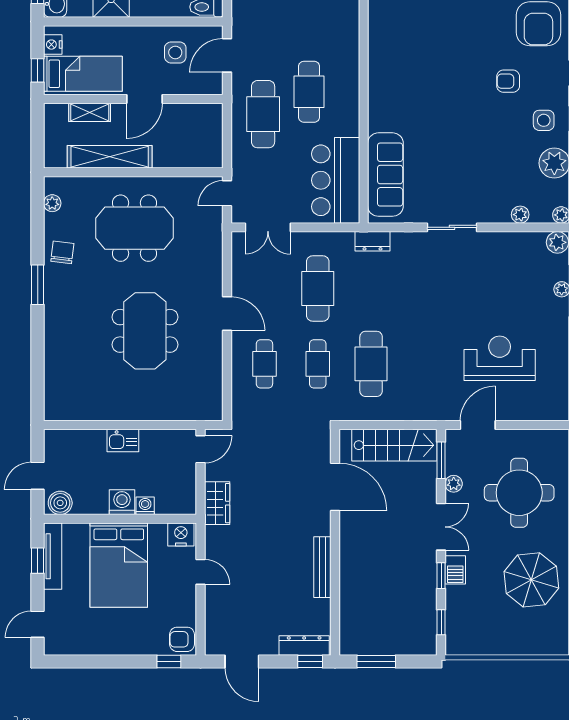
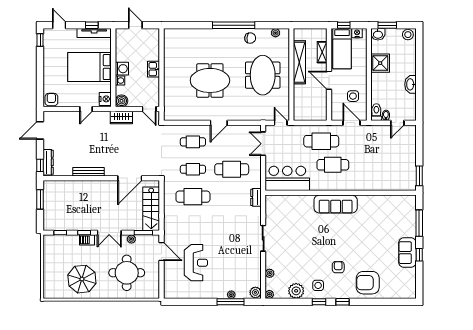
sofa: (385, 175) -> (336, 204), moved
window: (38, 285) -> (234, 25), width x2.11
boiler: (60, 503) -> (122, 101), moved
window: (169, 661) -> (40, 40), moved

